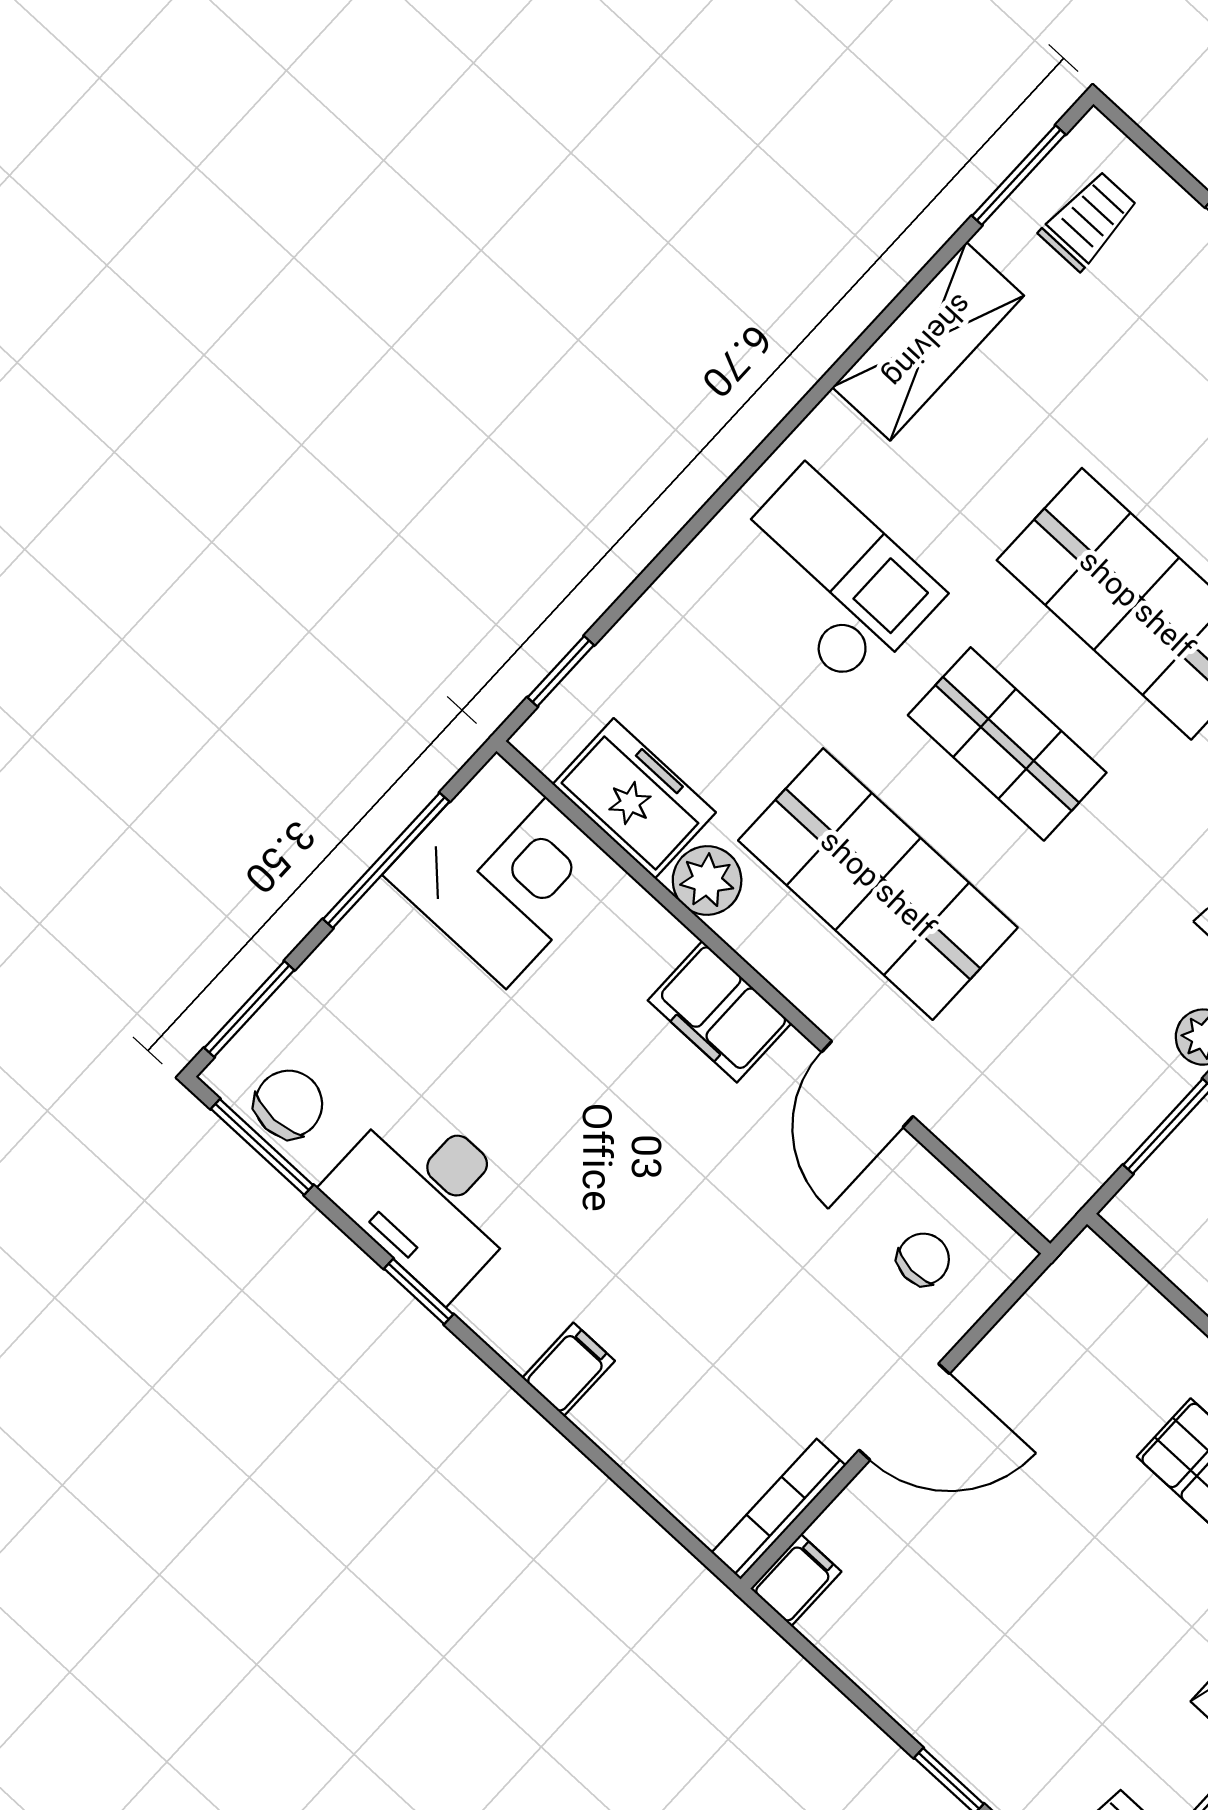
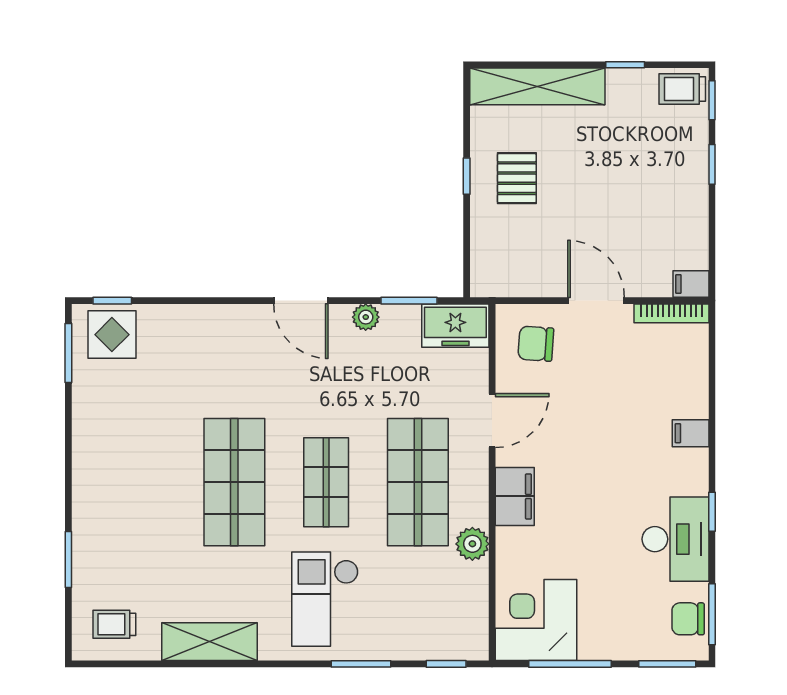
window: (1019, 175) -> (361, 664), moved
freezer: (634, 798) -> (455, 326), moved, turned -90
chair: (923, 1259) -> (536, 344), width x1.37, depth x1.37

